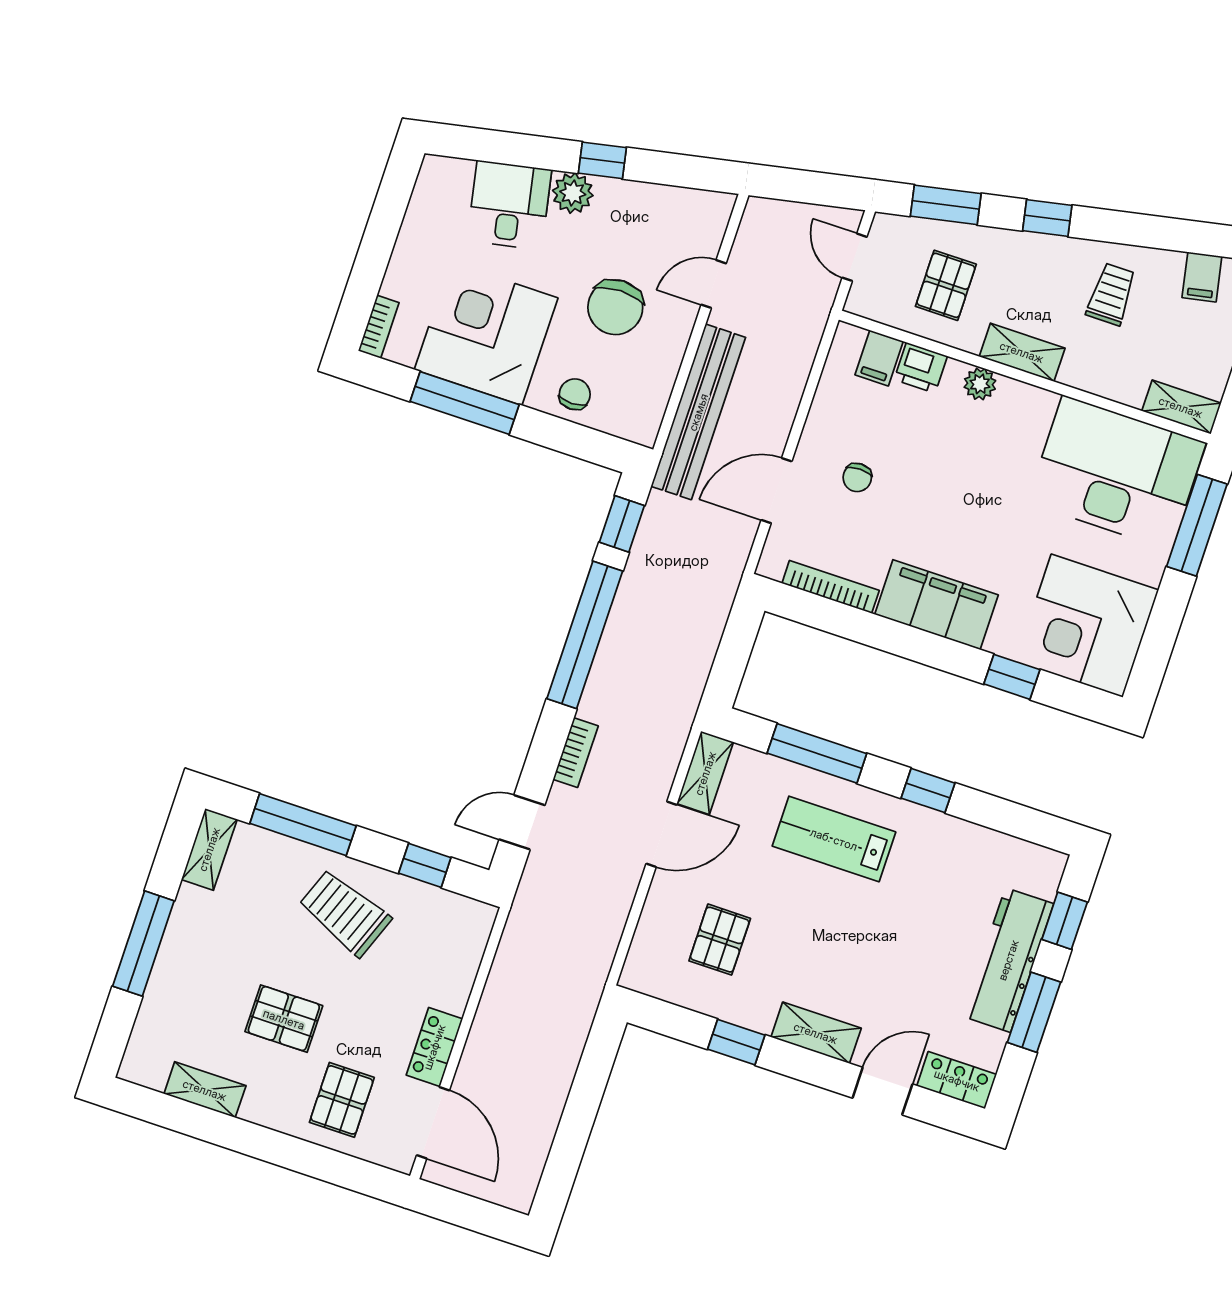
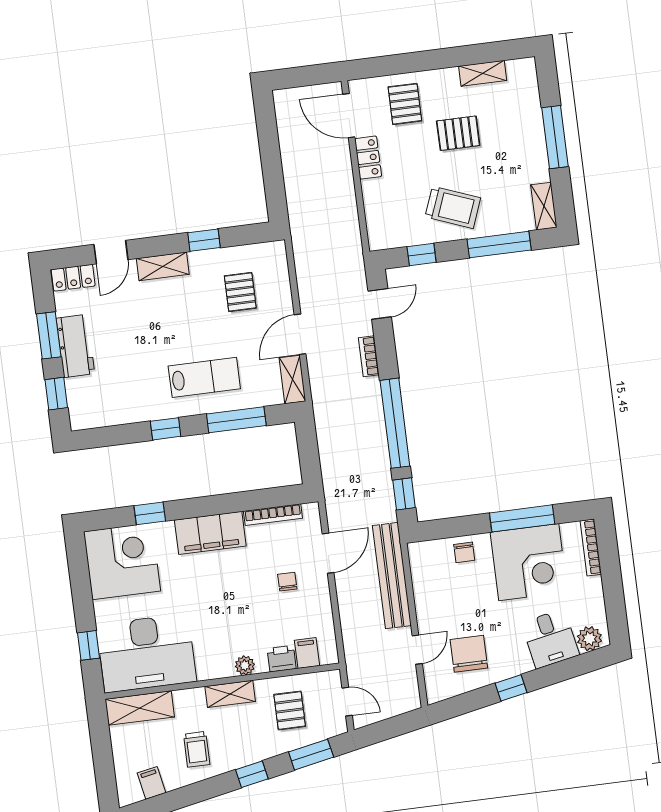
plant: (573, 193) -> (589, 639), moved
chair: (615, 307) -> (469, 654), moved
bookcase: (379, 327) -> (591, 547), width x1.56
shelving: (1181, 407) -> (140, 708), width x1.50, depth x1.33
window: (1197, 525) -> (88, 645), width x0.46
workbench: (1008, 960) -> (75, 346), width x0.73

